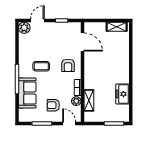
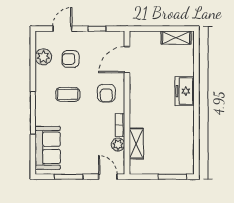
plant: (24, 28) -> (43, 57), moved
door: (82, 42) -> (127, 60), swing flipped
sofa: (27, 93) -> (48, 148), moved
freezer: (123, 94) -> (185, 91), moved
armchair: (53, 105) -> (71, 59), moved

